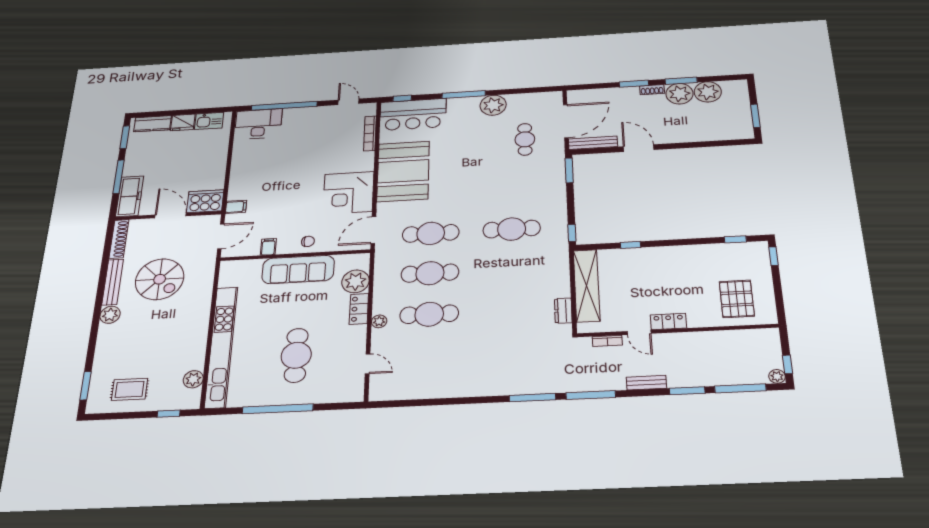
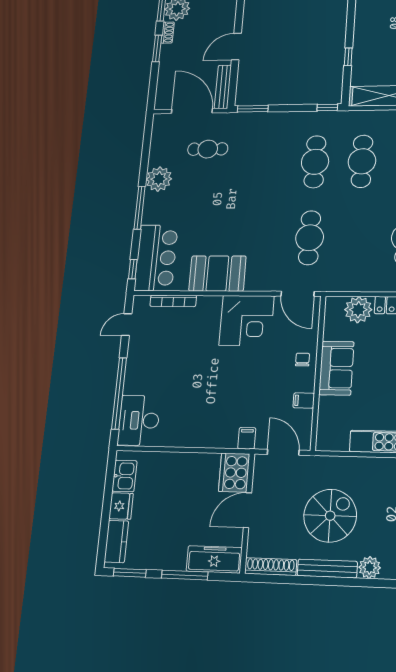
booth: (403, 171) -> (217, 274), width x0.73, depth x0.70
sofa: (298, 270) -> (336, 368), width x0.73
cafe table: (430, 273) -> (362, 161), moved

